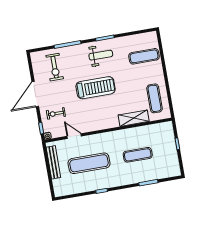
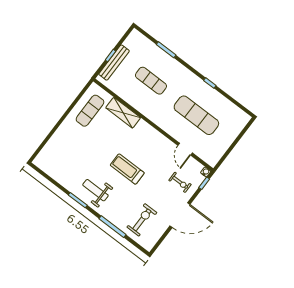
exercise mat: (144, 56) -> (63, 153), removed
treadmill: (96, 88) -> (127, 169), width x0.73, depth x0.73
bench: (53, 162) -> (114, 63), moved

